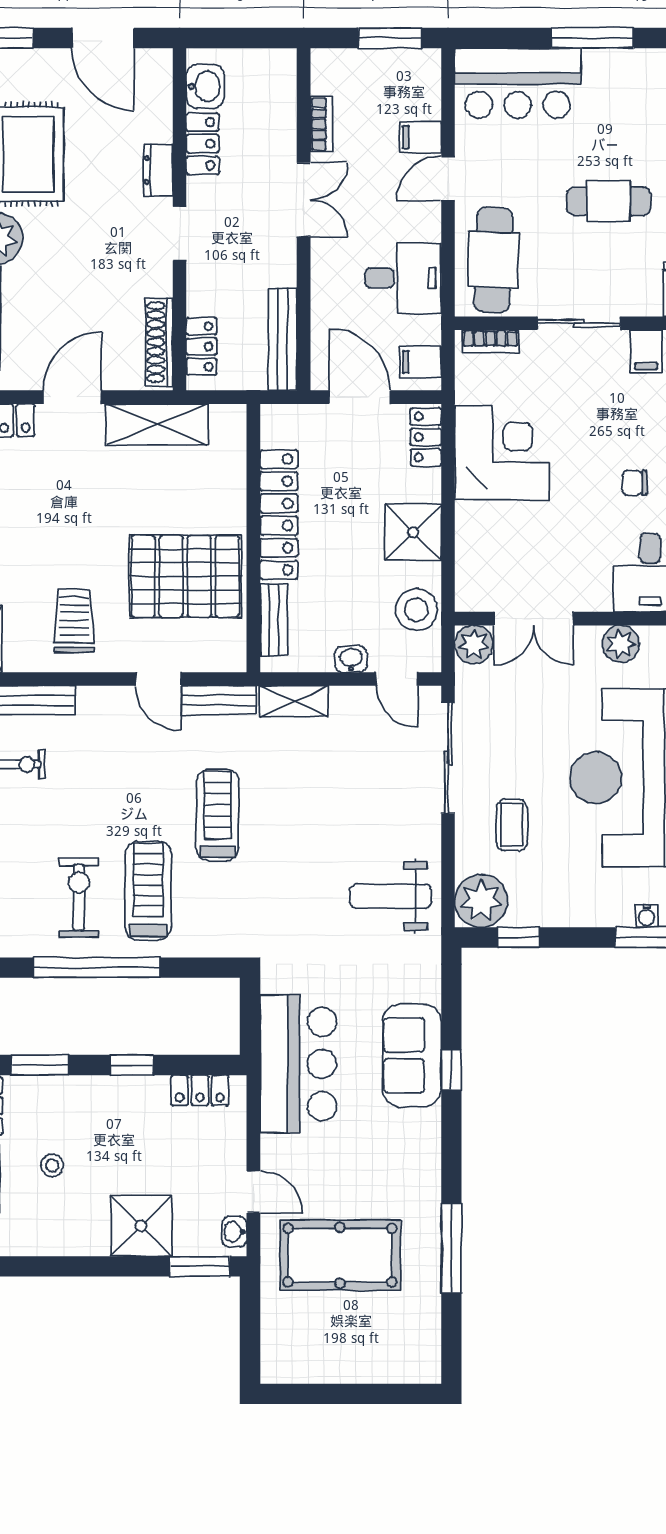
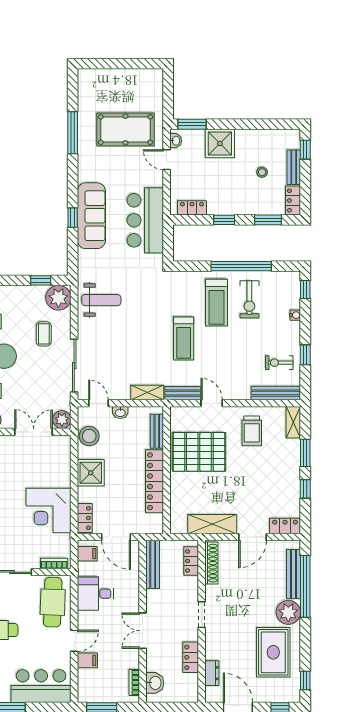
washbasin: (205, 86) -> (155, 683), moved, turned 180
bookcase: (321, 124) -> (134, 683), moved
dresser: (158, 170) -> (212, 673), moved
sofa: (412, 1055) -> (91, 216), width x1.36

